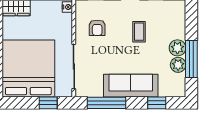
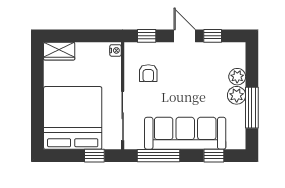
coffee table: (139, 32) -> (194, 78), removed
plant: (178, 65) -> (237, 77), moved
sofa: (131, 86) -> (185, 133), width x1.36, depth x1.27

